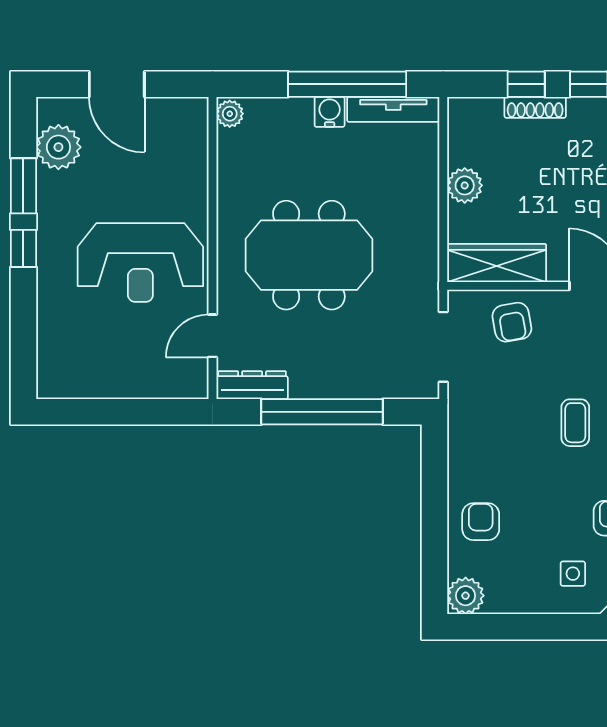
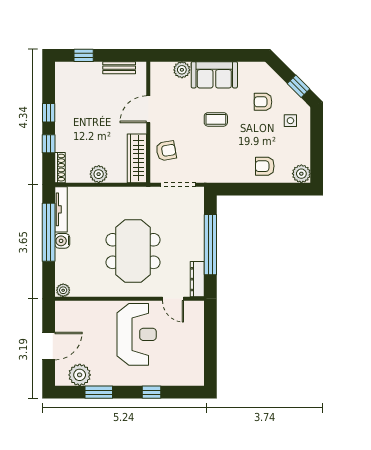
shoe rack: (535, 107) -> (60, 168), moved
window: (23, 248) -> (151, 392), moved

